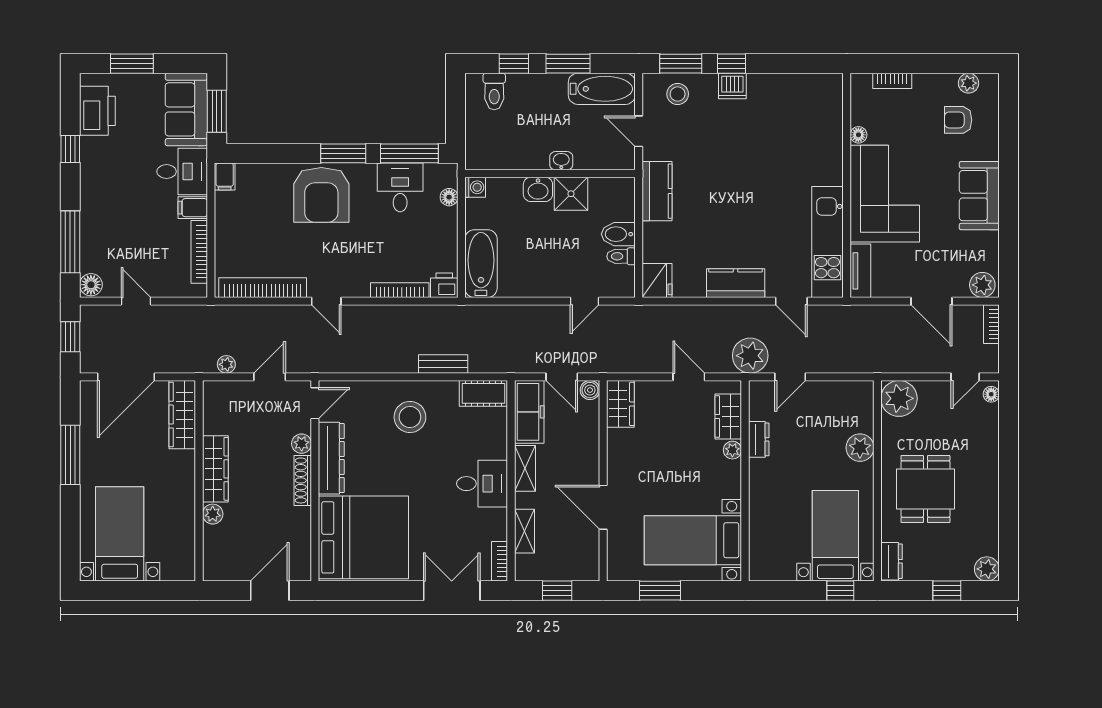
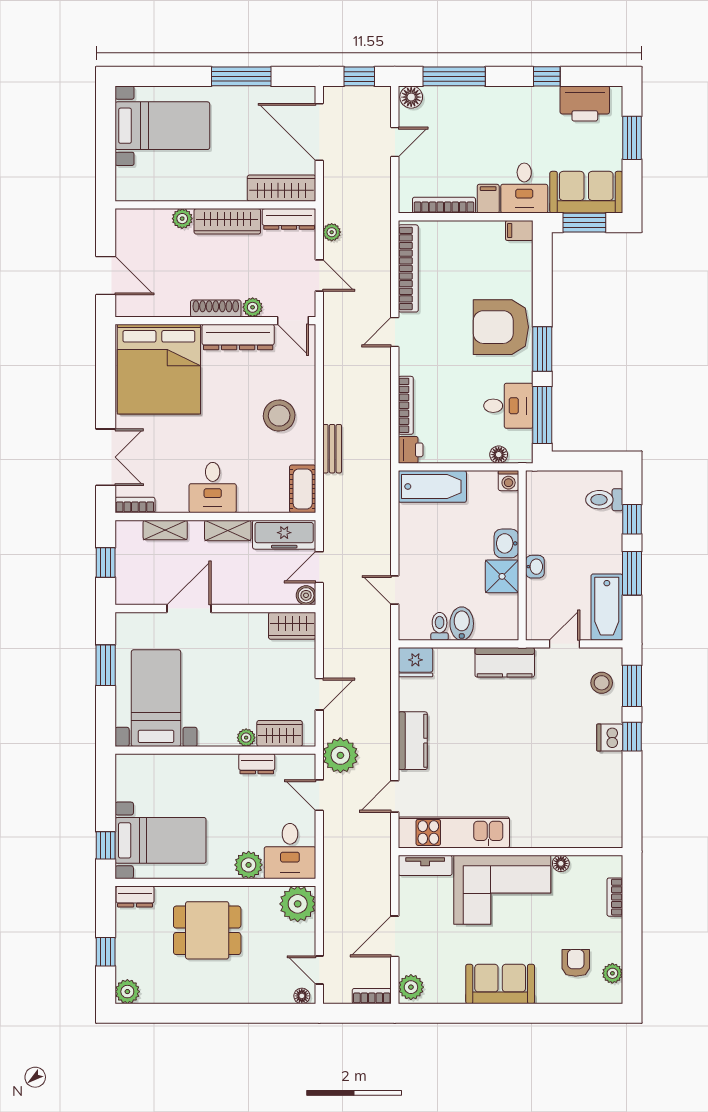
desk: (846, 406) -> (290, 851), added
dresser: (213, 407) -> (289, 219), added

